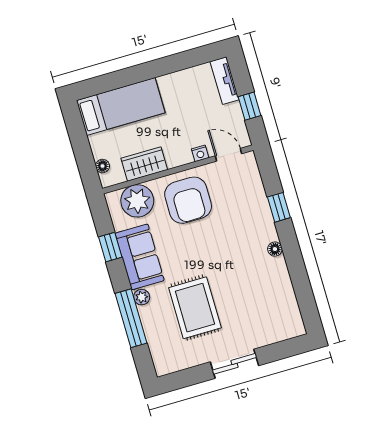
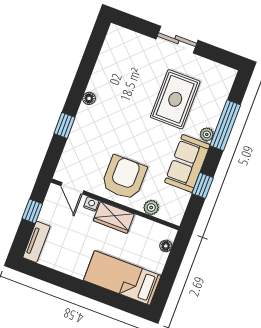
wardrobe: (144, 164) -> (114, 217), moved
plant: (137, 201) -> (151, 208), width x0.53, depth x0.53

